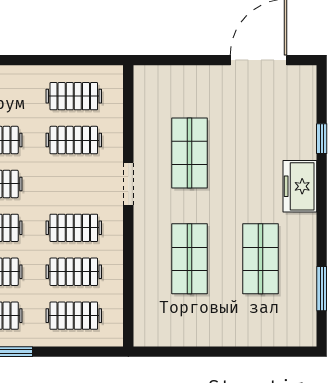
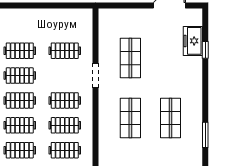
clothes rail: (74, 96) -> (65, 26), removed
freezer: (300, 186) -> (193, 41), moved

